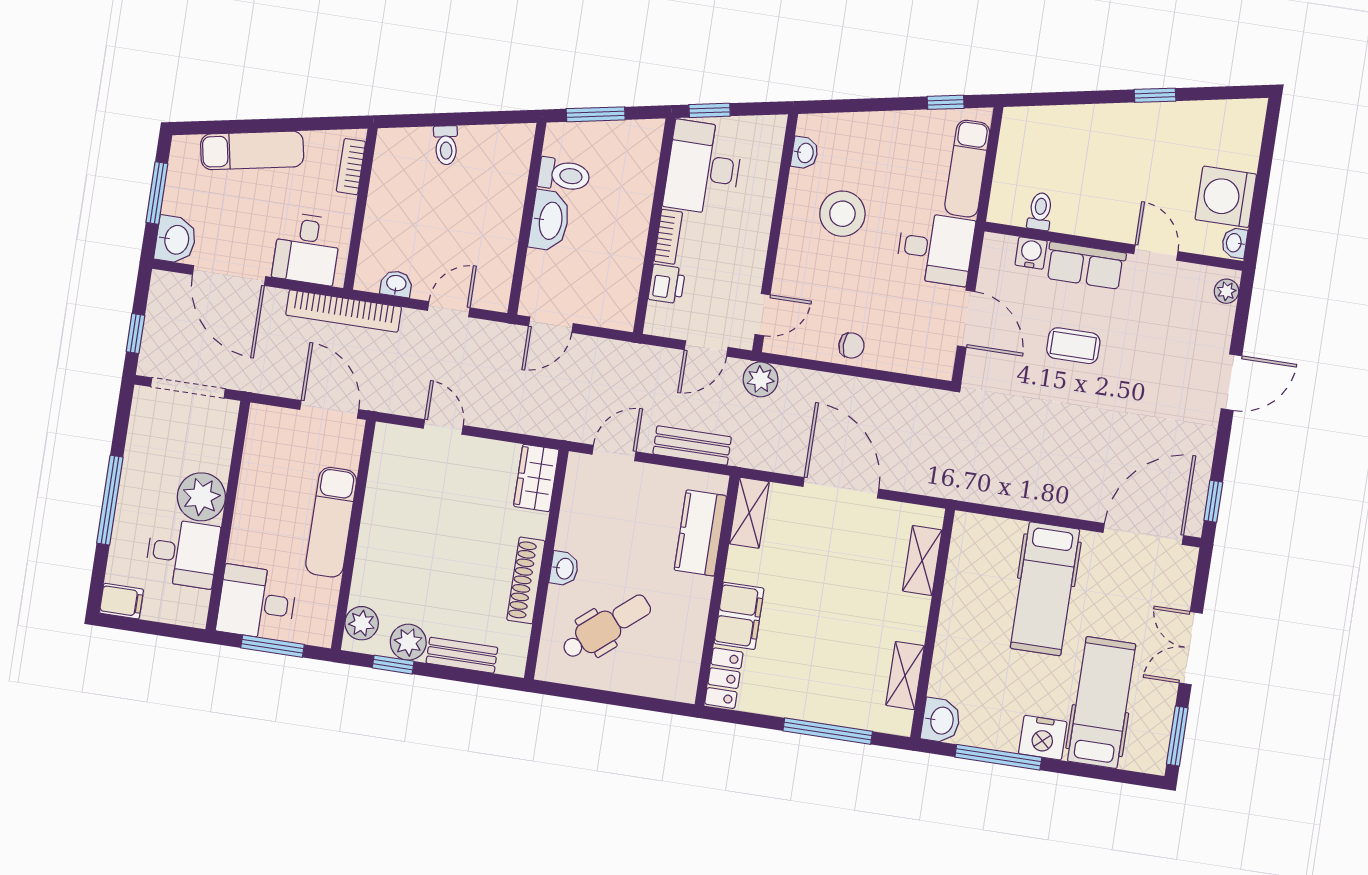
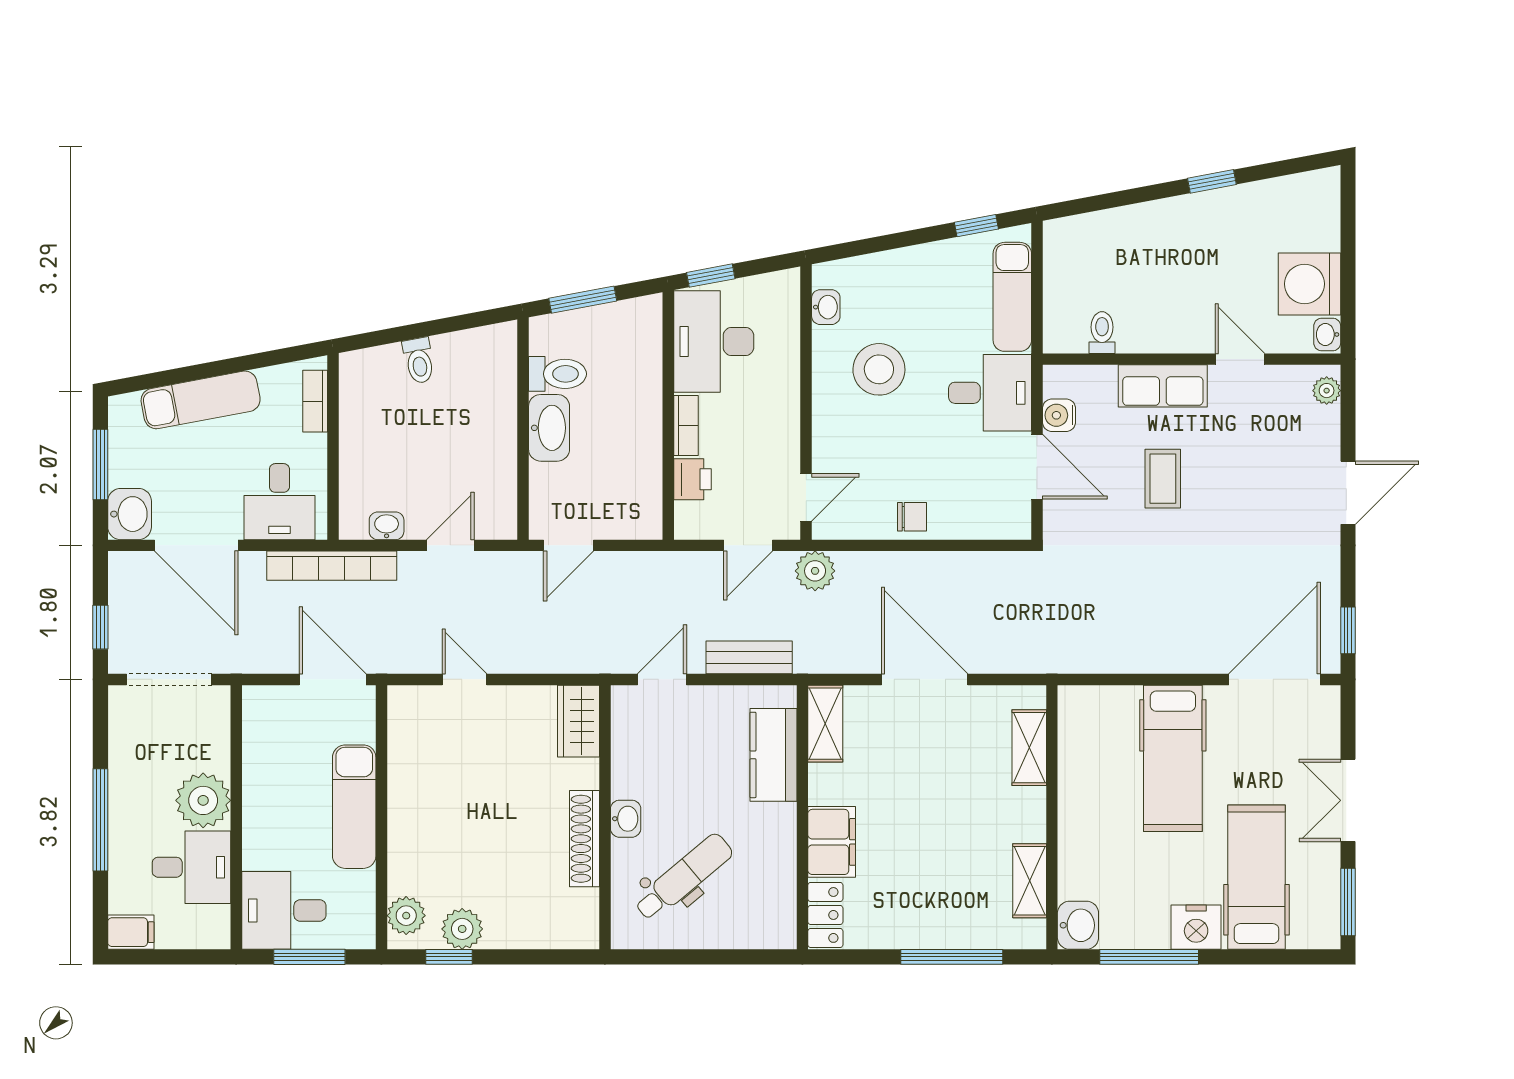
water cooler: (1031, 253) -> (1059, 415), moved, turned -90
coffee table: (1073, 346) -> (1163, 479), turned 90
bench: (462, 655) -> (525, 934), removed

